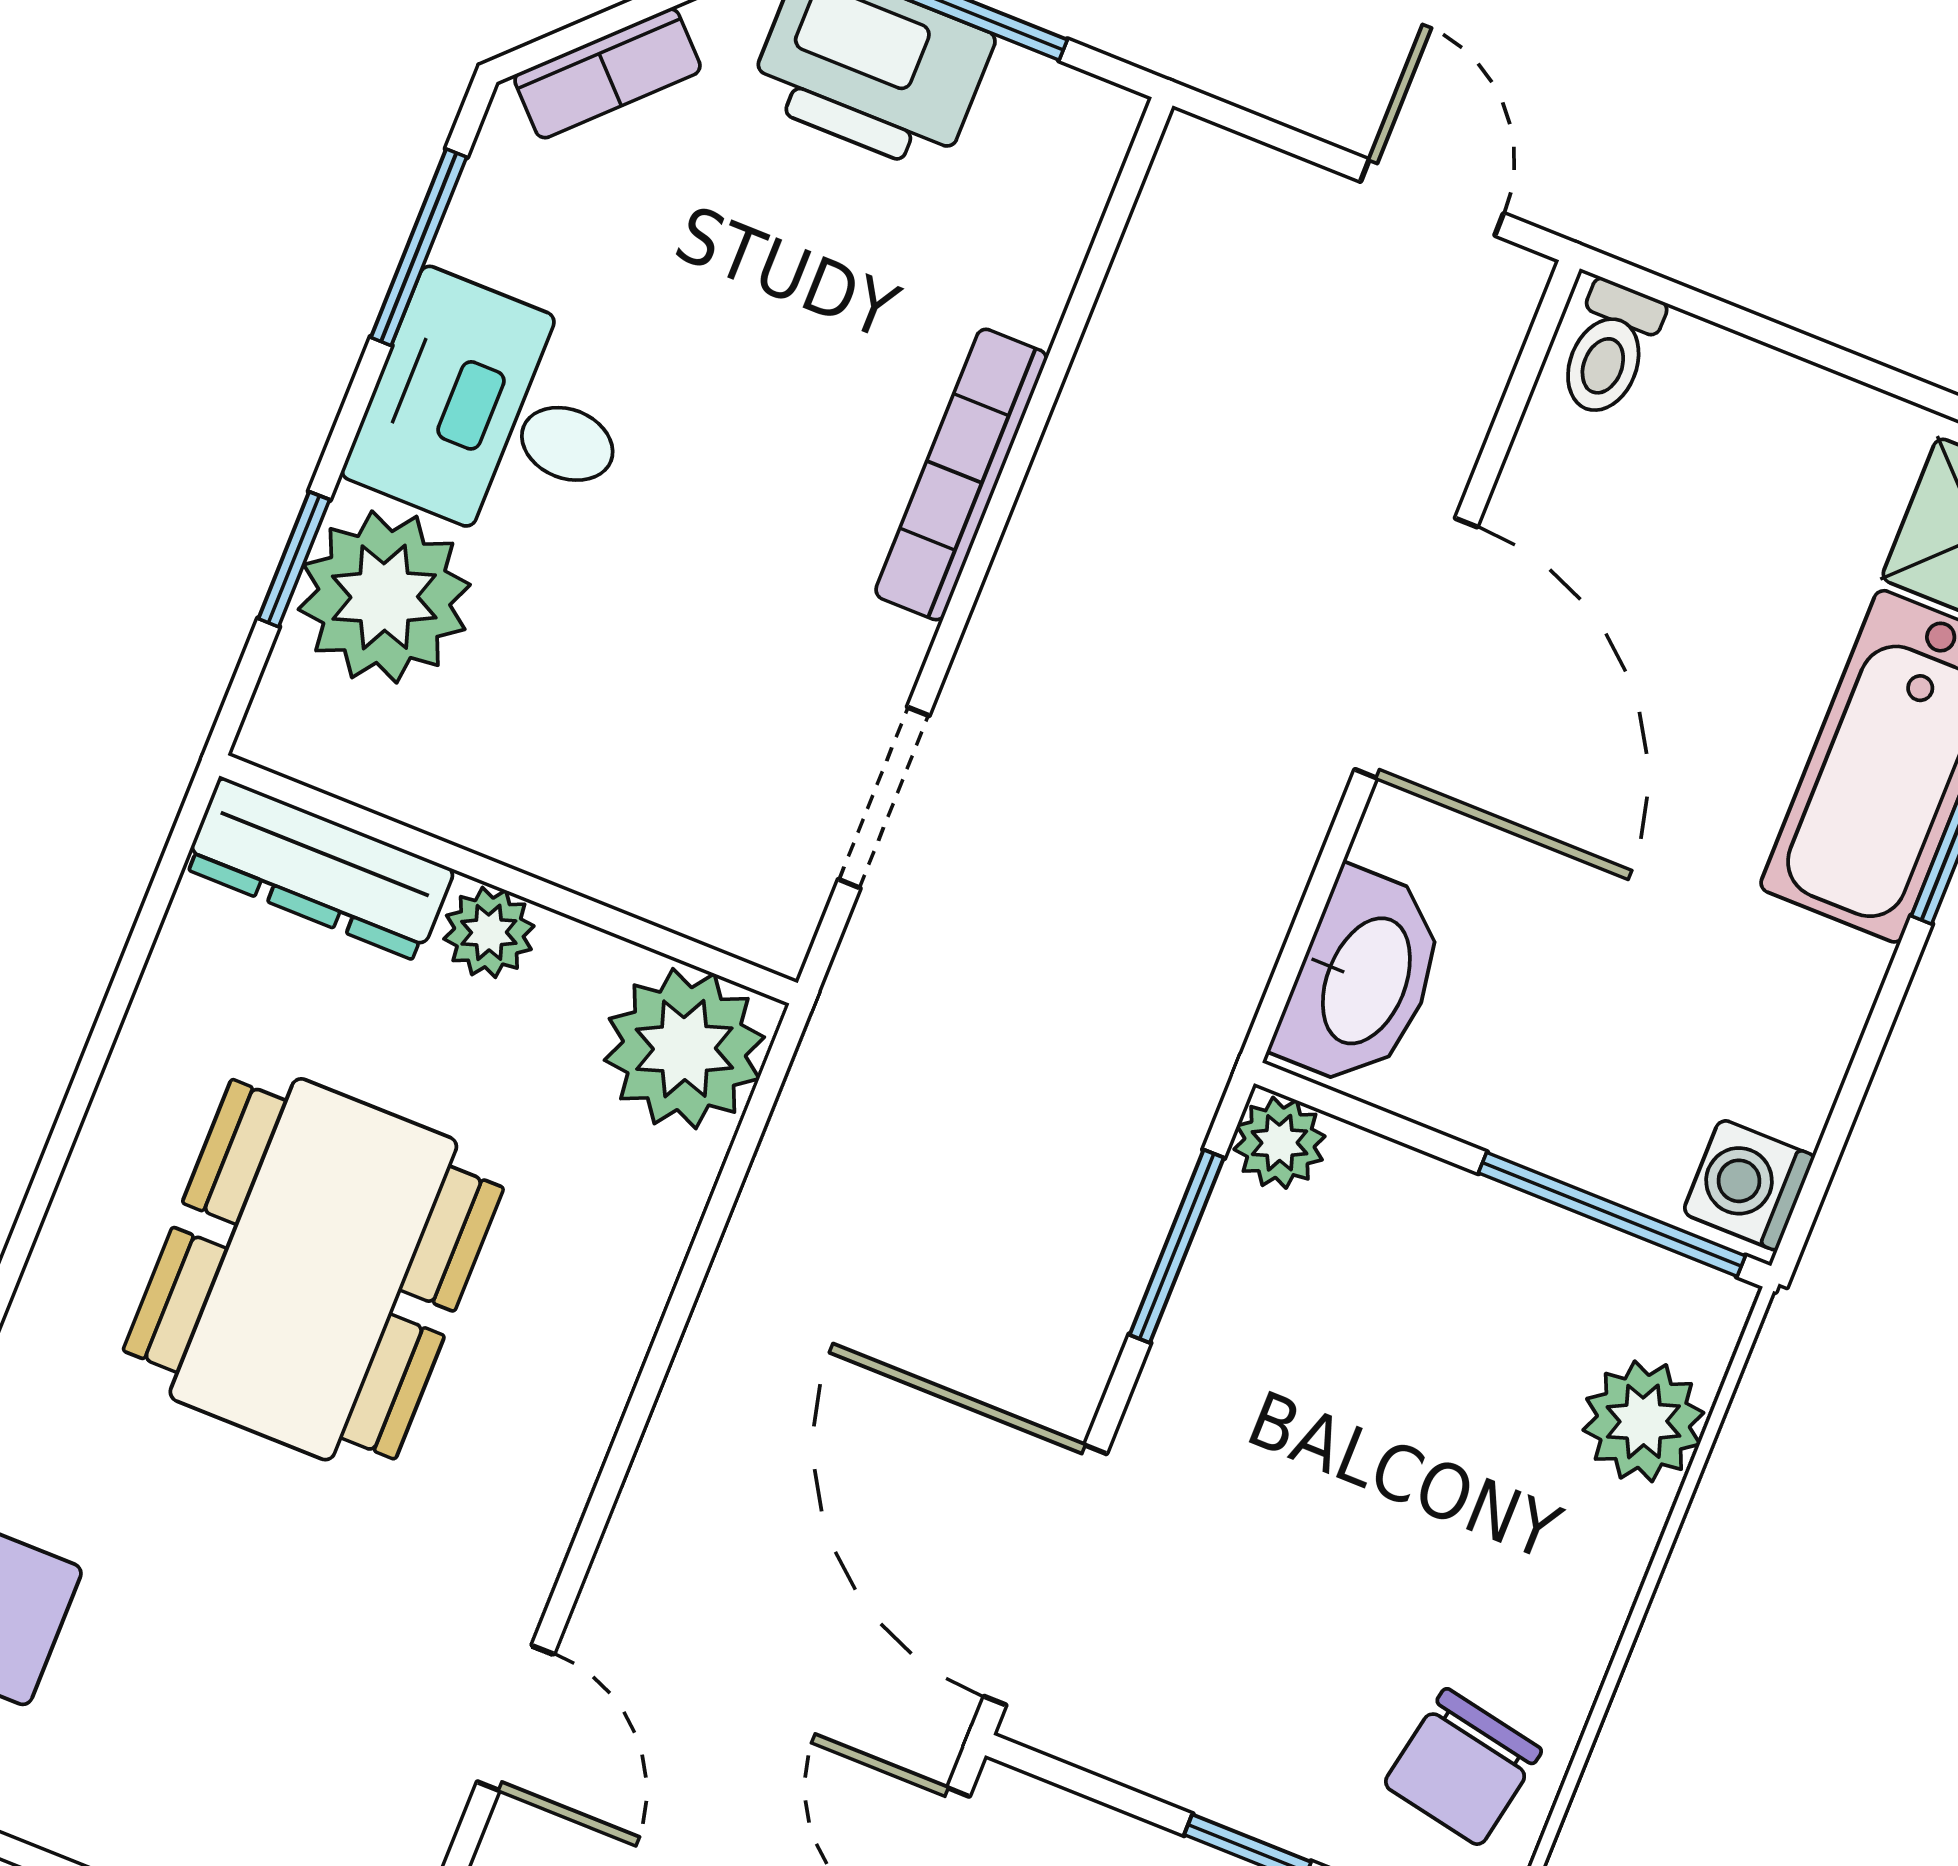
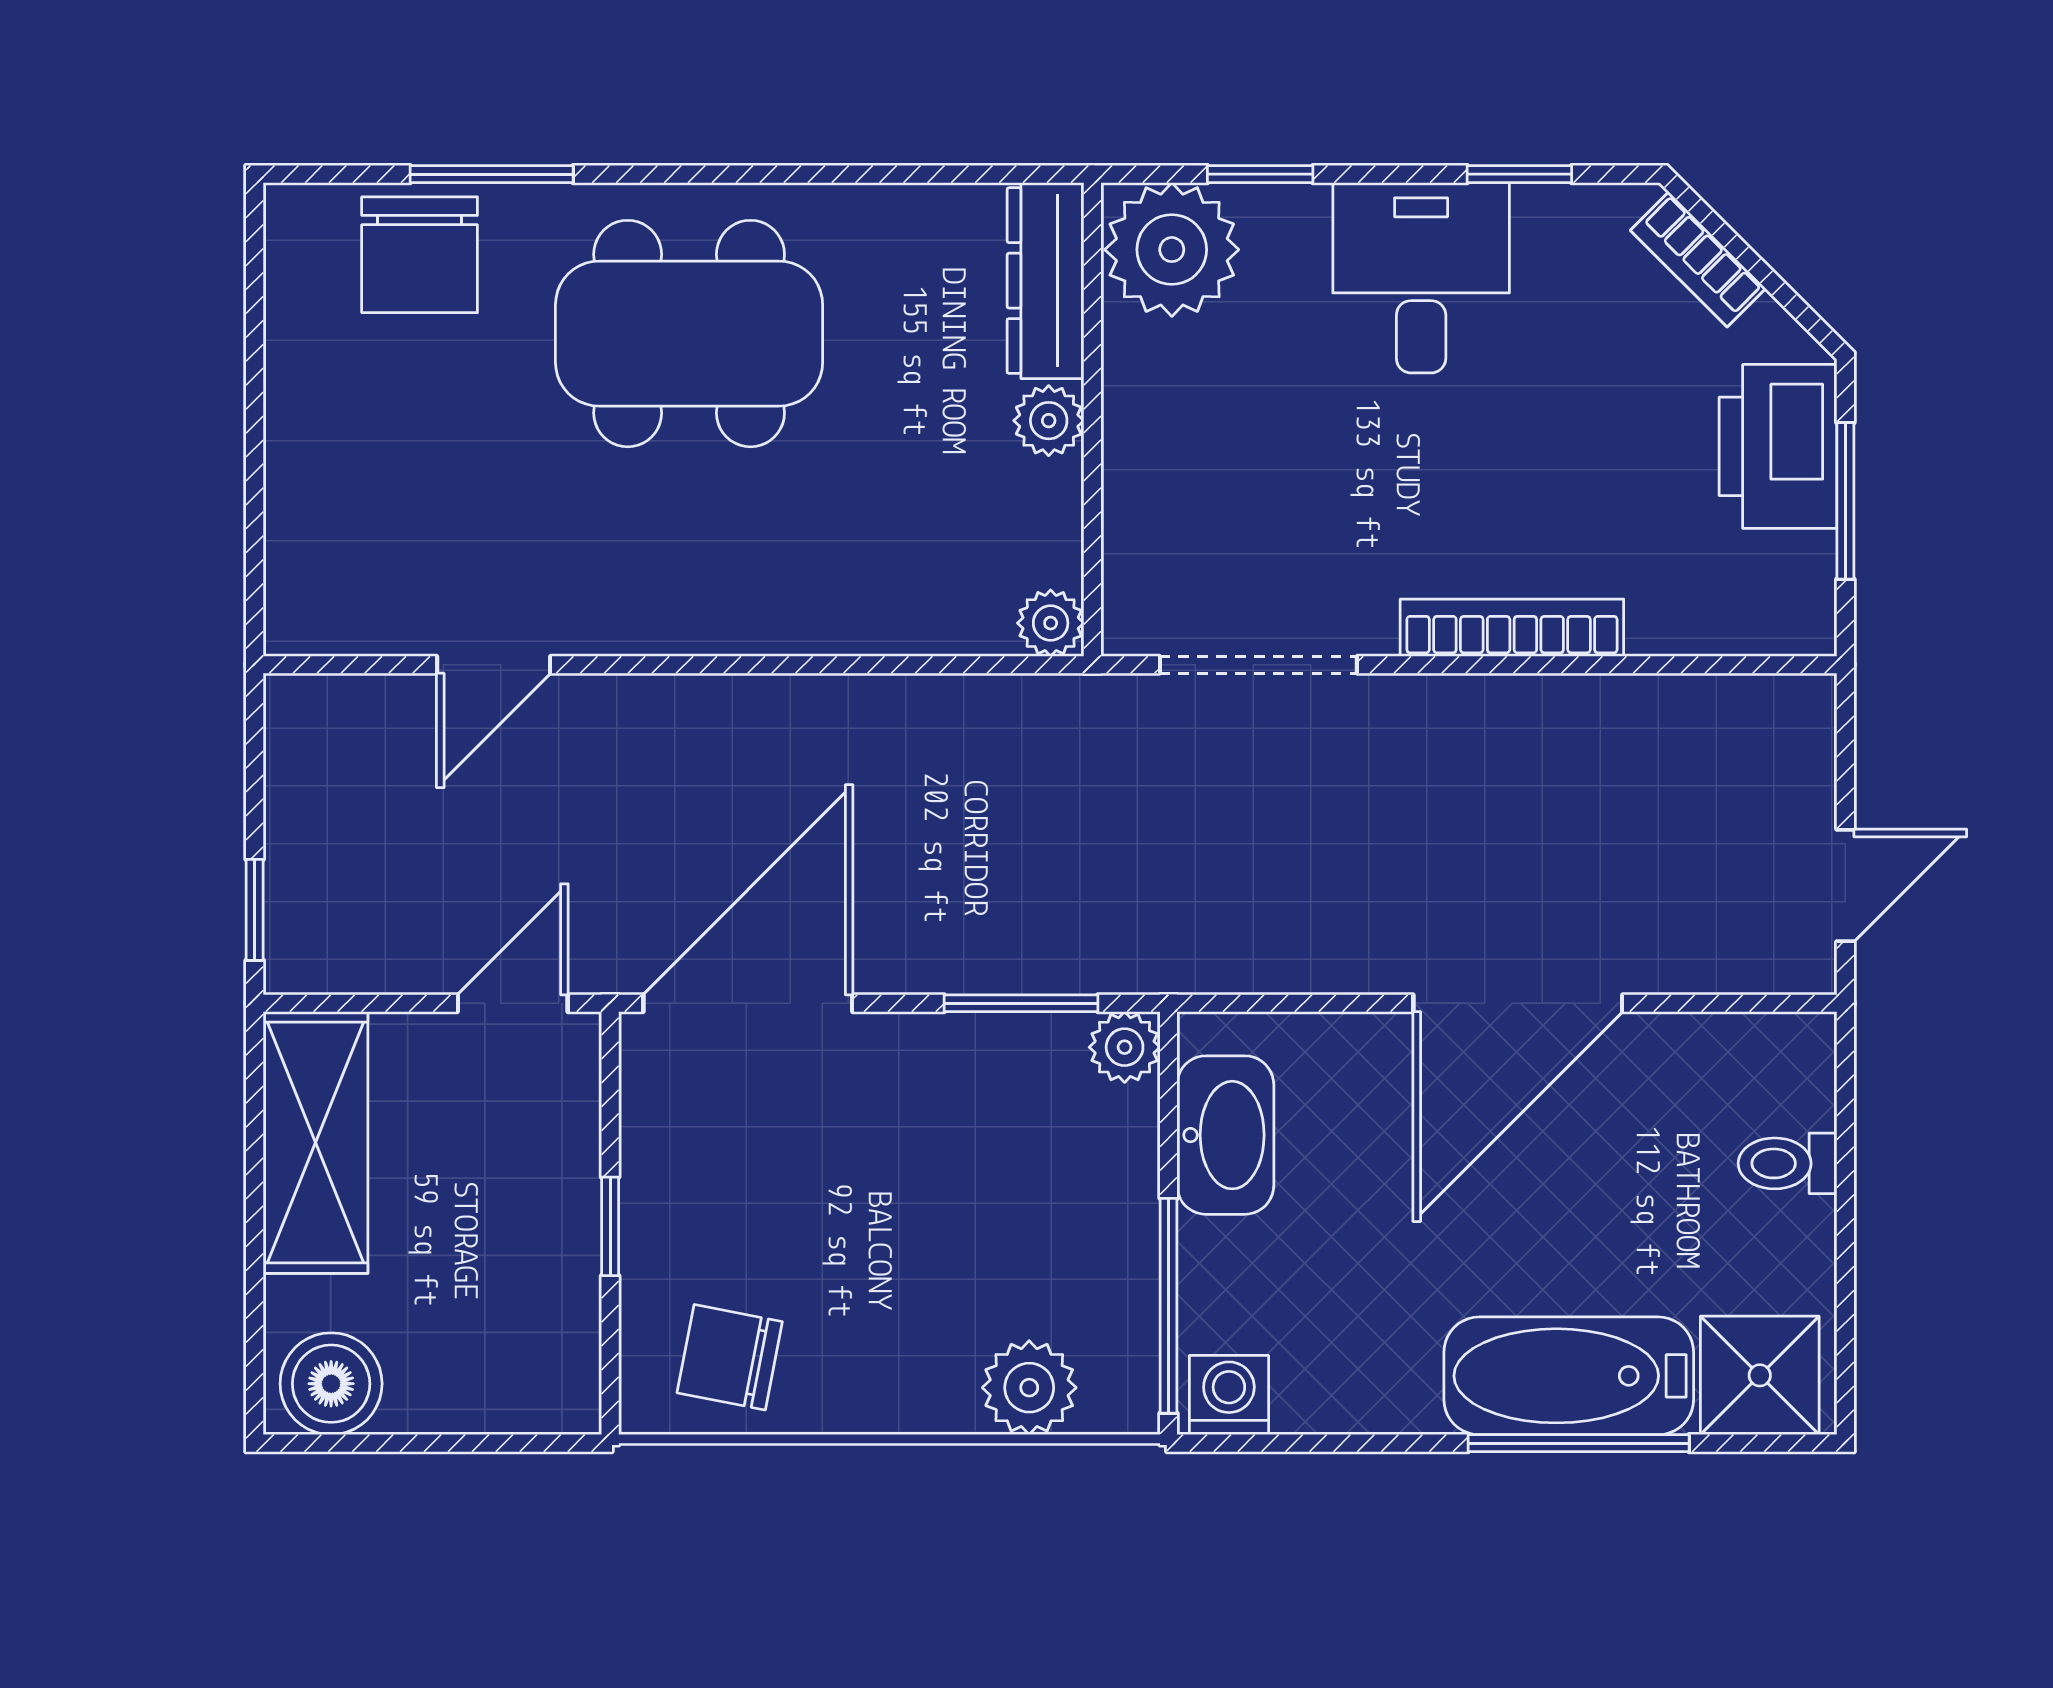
window: (419, 247) -> (1519, 174), width x0.67
toilet: (1610, 349) -> (1787, 1163), moved
plant: (384, 597) -> (1172, 250), moved
doorway: (884, 798) -> (1258, 665), width x1.38
washbasin: (1363, 979) -> (1225, 1135), moved, turned -90
plant: (684, 1049) -> (1051, 623), width x0.53, depth x0.53
dining table: (313, 1269) -> (689, 334), moved

